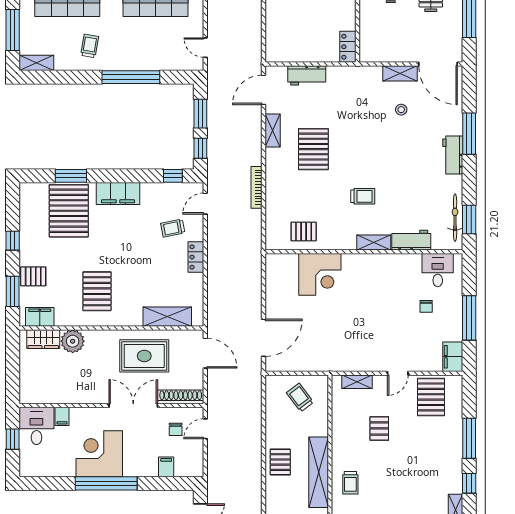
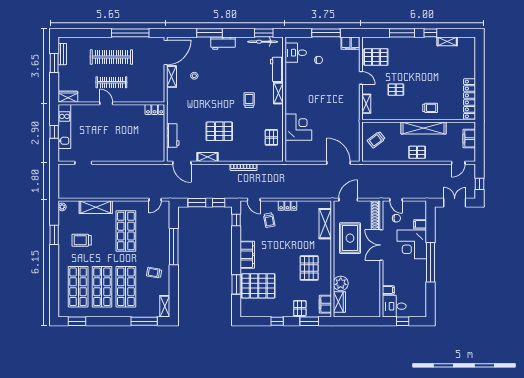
pallet: (97, 291) -> (309, 268), turned 90
corner desk: (99, 454) -> (412, 244), moved

